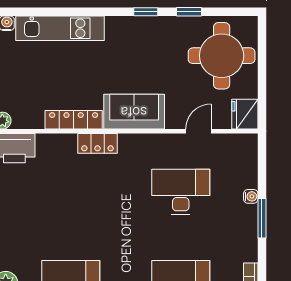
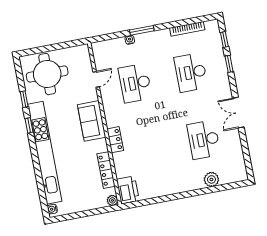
kitchen unit: (60, 28) -> (45, 153), width x1.86
fridge: (245, 114) -> (80, 53), removed
locker: (74, 120) -> (106, 170), moved
door: (198, 131) -> (96, 79), swing flipped

